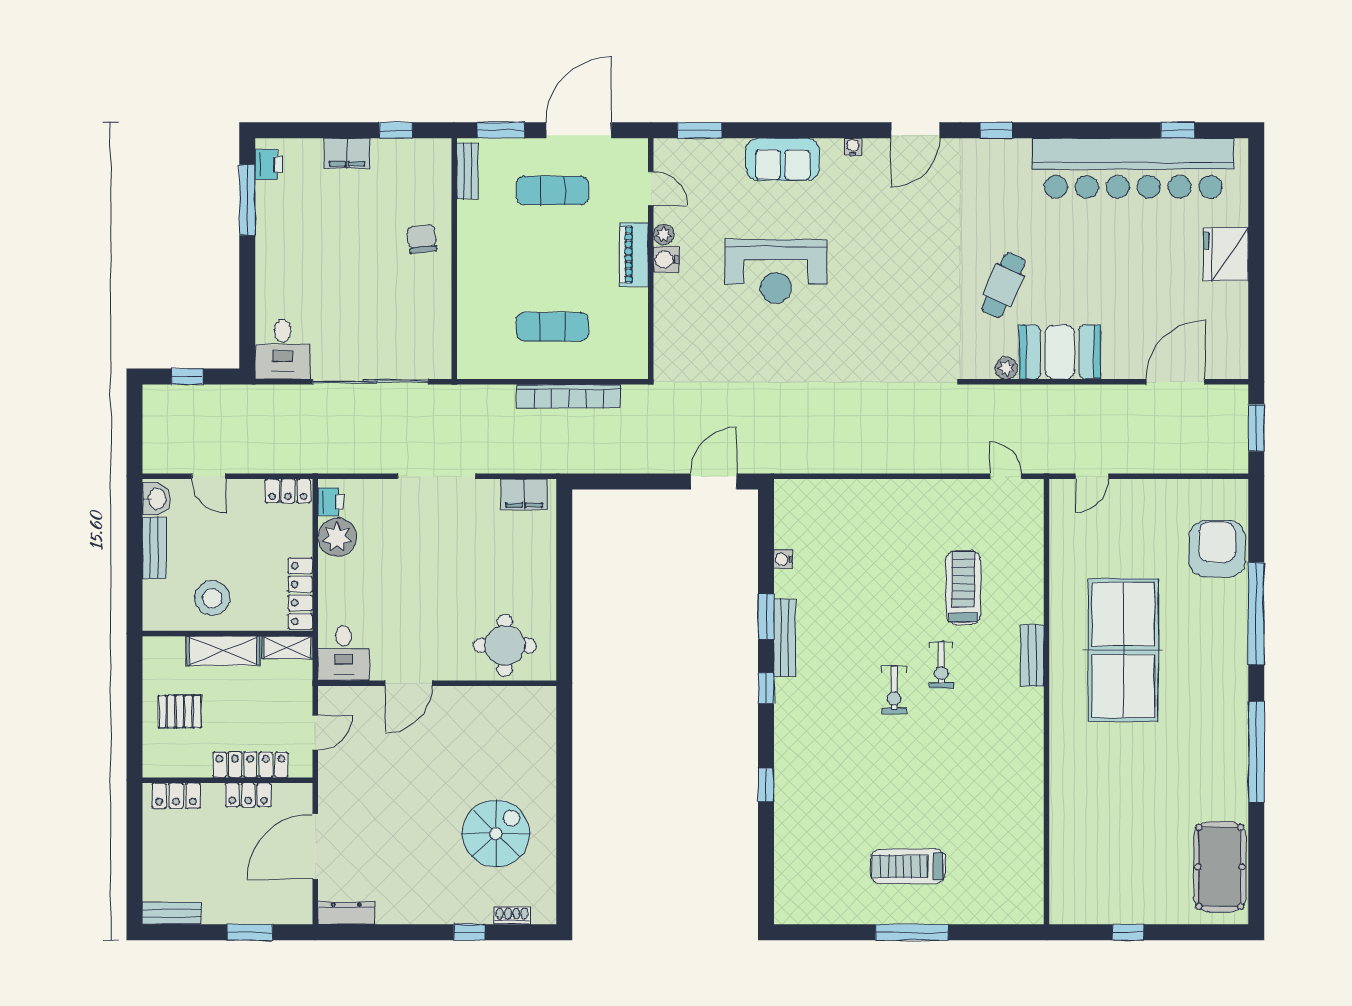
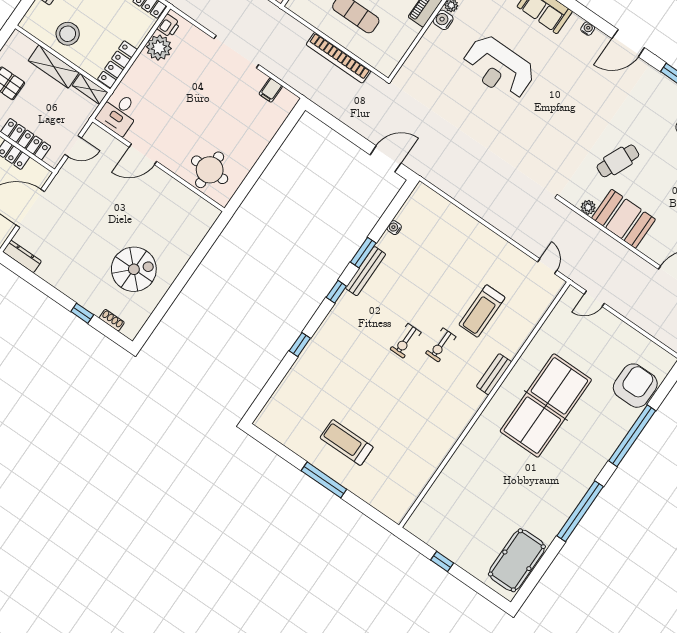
filing cabinet: (524, 494) -> (271, 90), width x0.50
treadmill: (963, 588) -> (482, 311), turned 180

